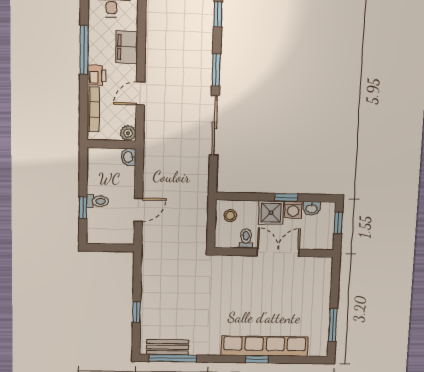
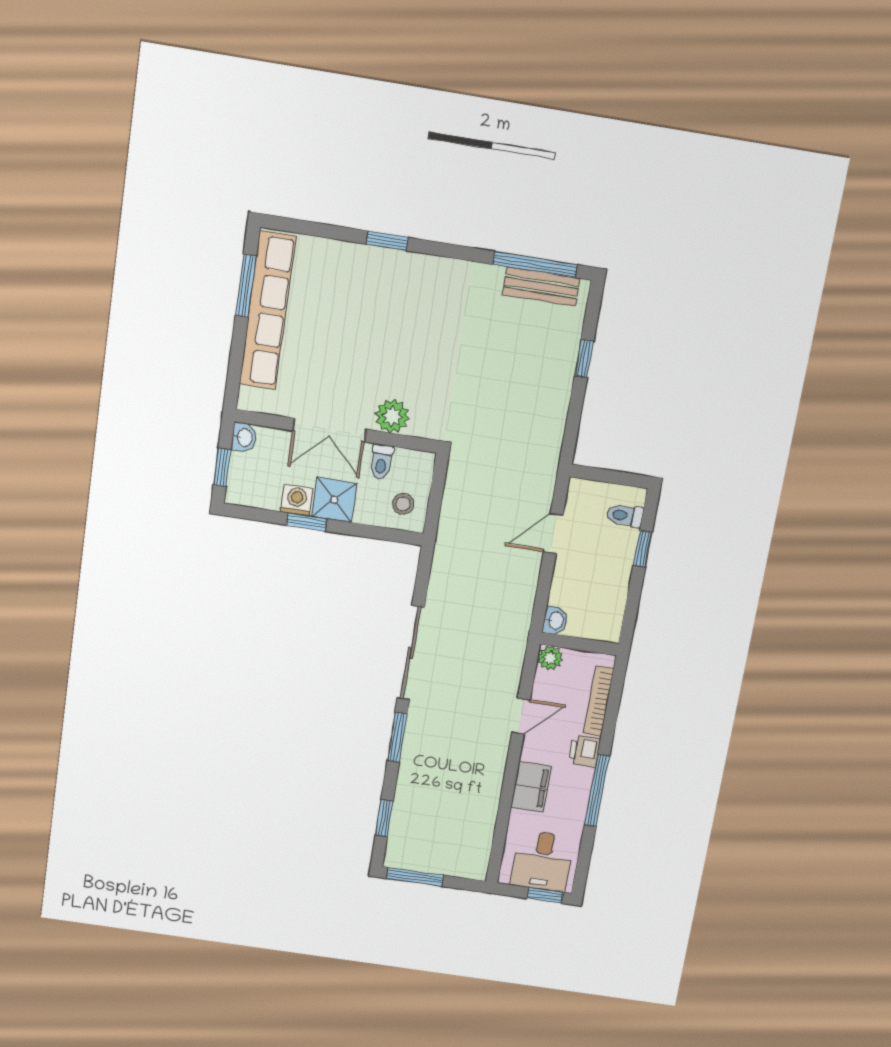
toilet: (98, 201) -> (625, 516), moved
washbasin: (312, 208) -> (244, 438), moved, turned 90
plant: (243, 265) -> (392, 416), added
row of seats: (265, 346) -> (267, 311), moved, turned -90

